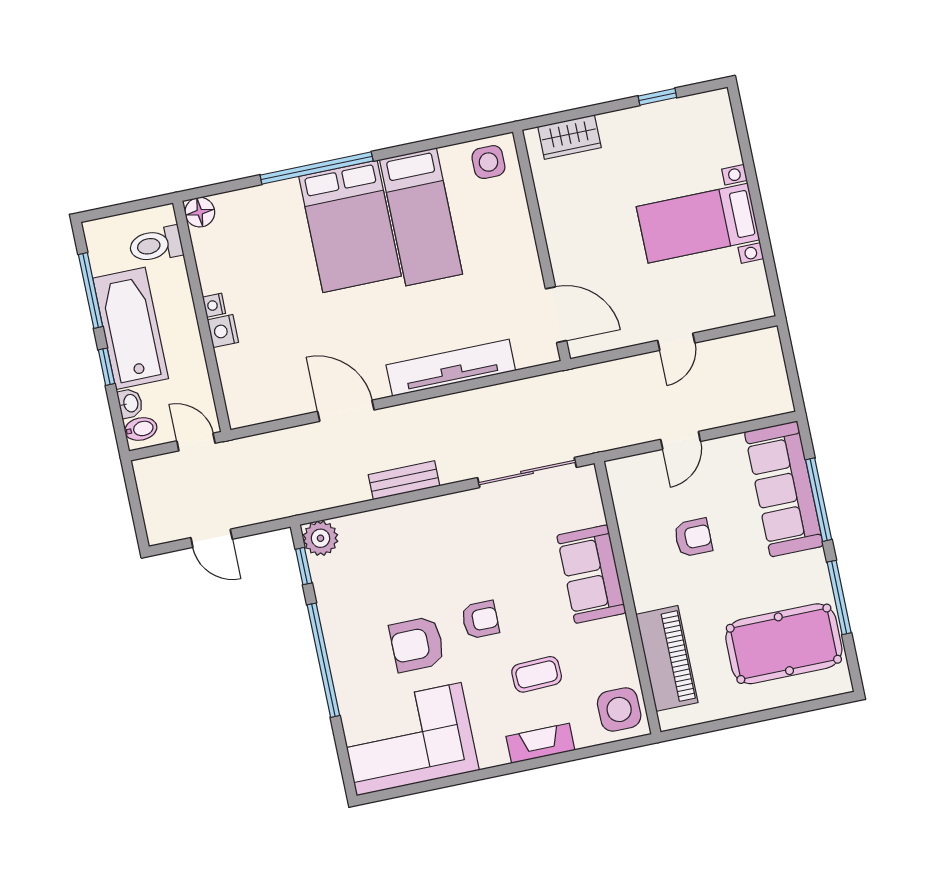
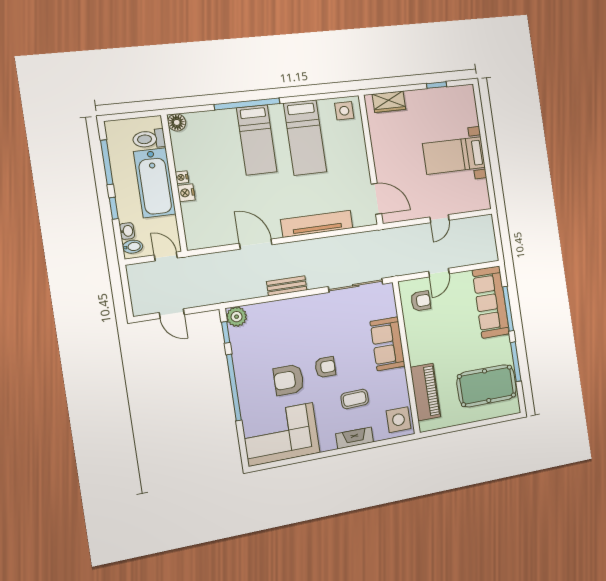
bed: (350, 226) -> (257, 140), width x0.67
bathtub: (131, 328) -> (155, 183), moved, turned 180
armchair: (693, 537) -> (421, 301), moved

